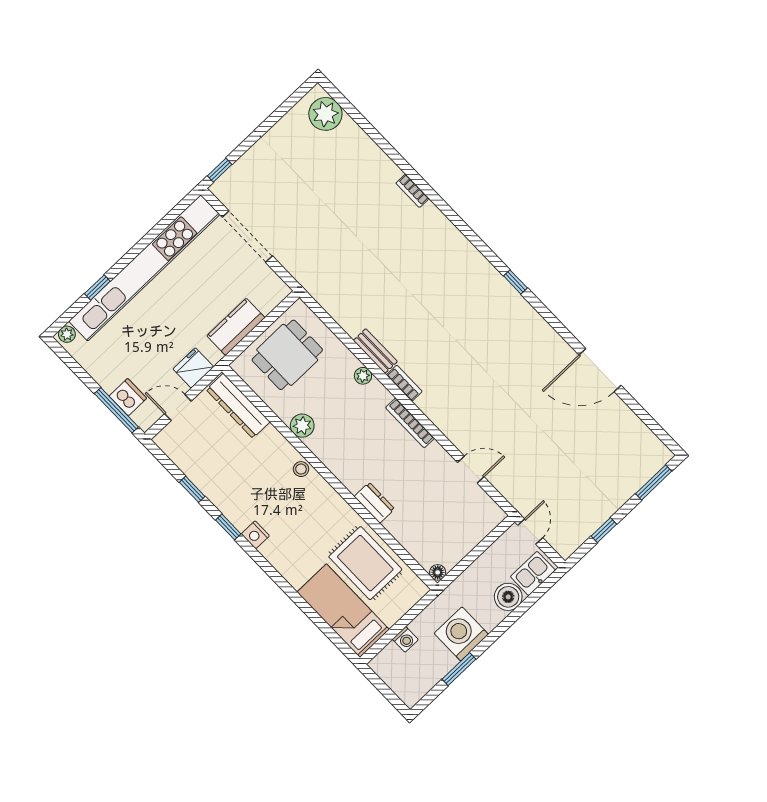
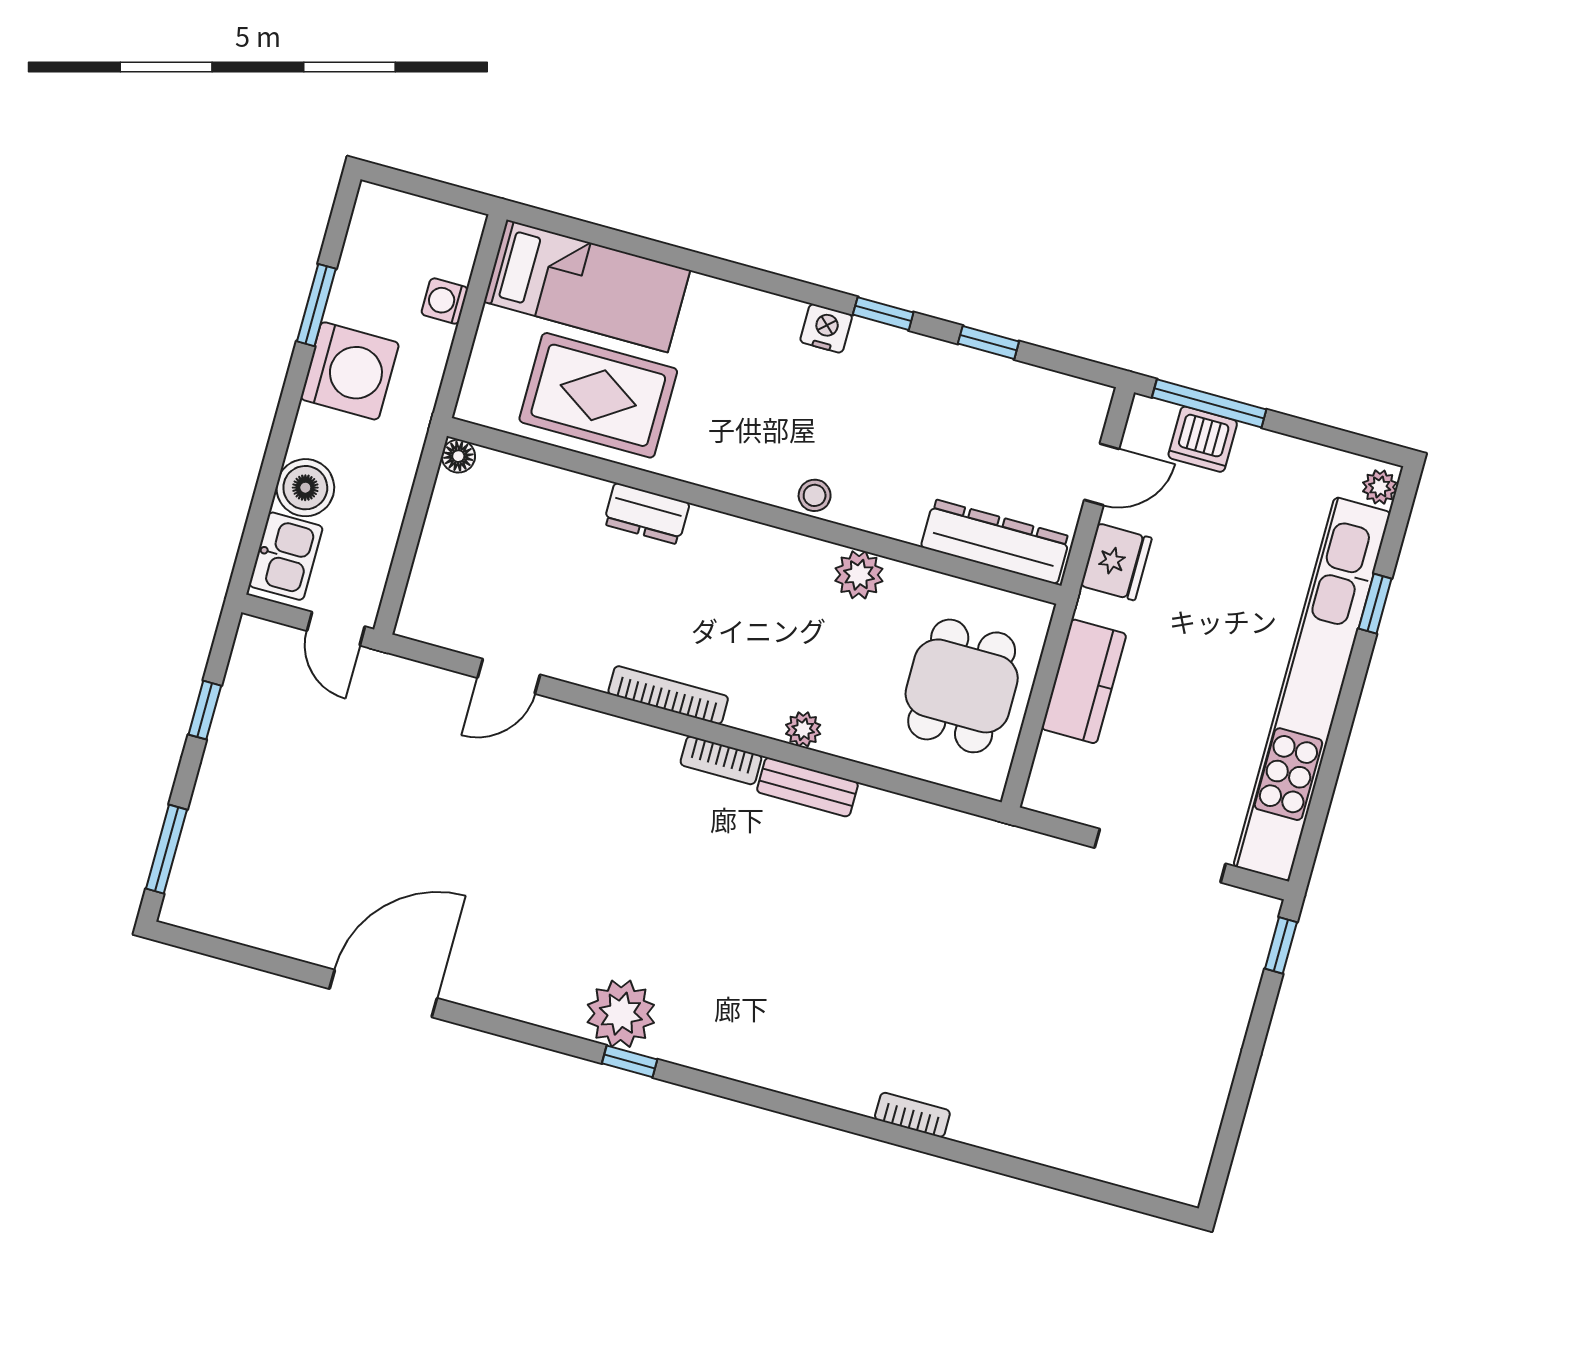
plant: (325, 114) -> (621, 1014), moved

